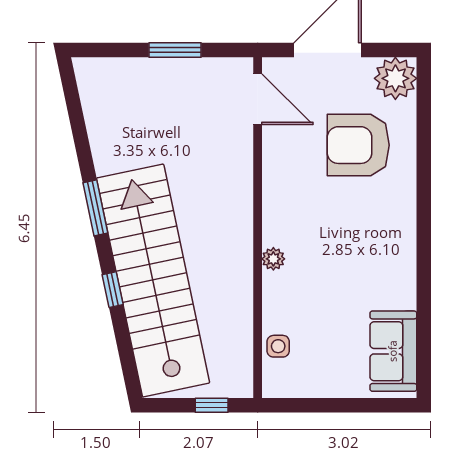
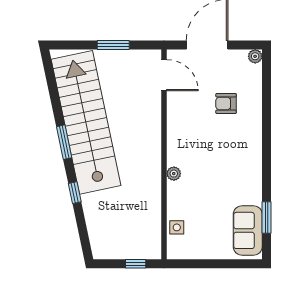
plant: (395, 78) -> (255, 56), width x0.53, depth x0.53
armchair: (358, 145) -> (226, 103), width x0.53, depth x0.53
stairs: (153, 281) -> (86, 122), moved
window: (424, 330) -> (266, 218), added

